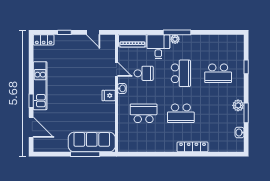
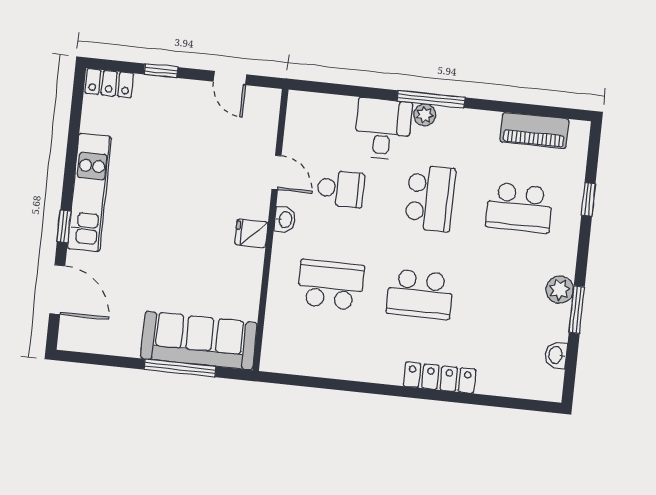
piano: (132, 41) -> (534, 130), moved

